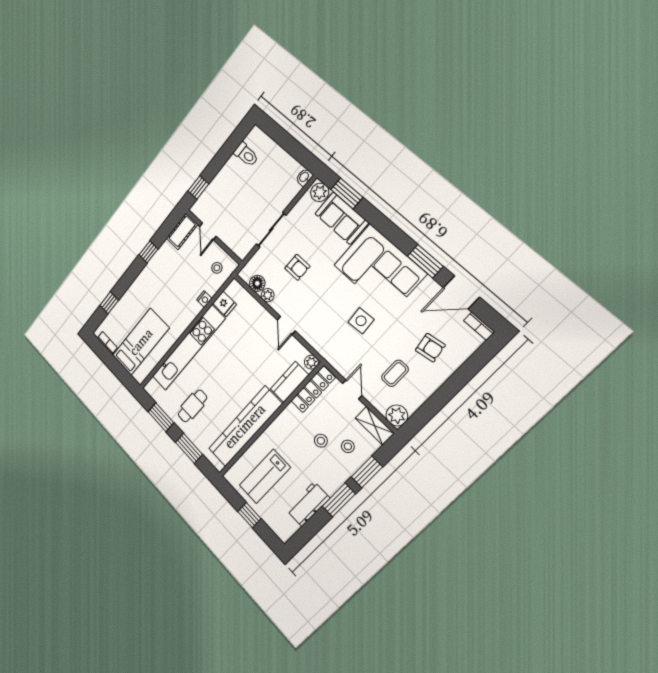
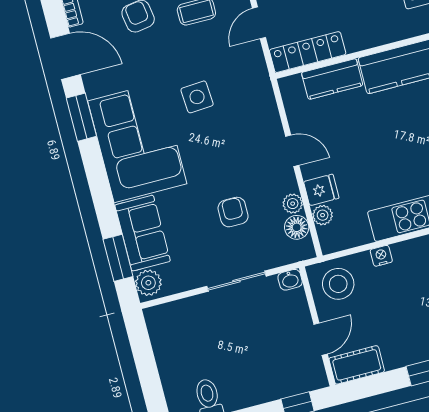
washbasin: (304, 177) -> (290, 280), moved
stool: (217, 268) -> (338, 284), width x1.89, depth x1.89
fridge: (225, 304) -> (321, 190), moved, turned 90
door: (286, 325) -> (292, 151), hinge flipped
plant: (311, 362) -> (323, 215), moved

